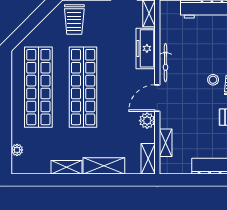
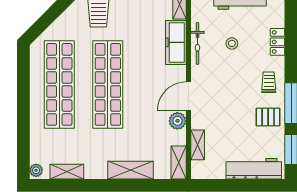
bicycle: (165, 63) -> (197, 43), moved
stool: (213, 80) -> (232, 43), moved
plant: (17, 150) -> (36, 170), moved
shelving: (67, 167) -> (67, 172), moved

